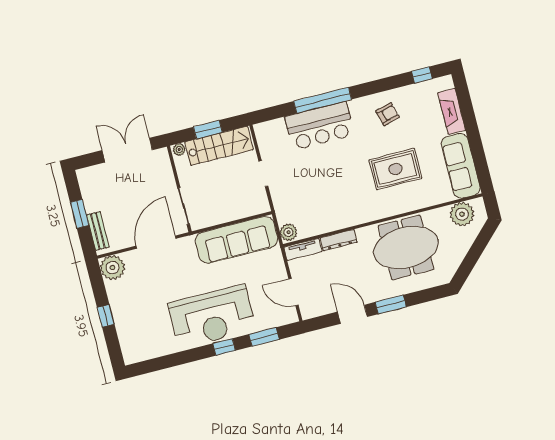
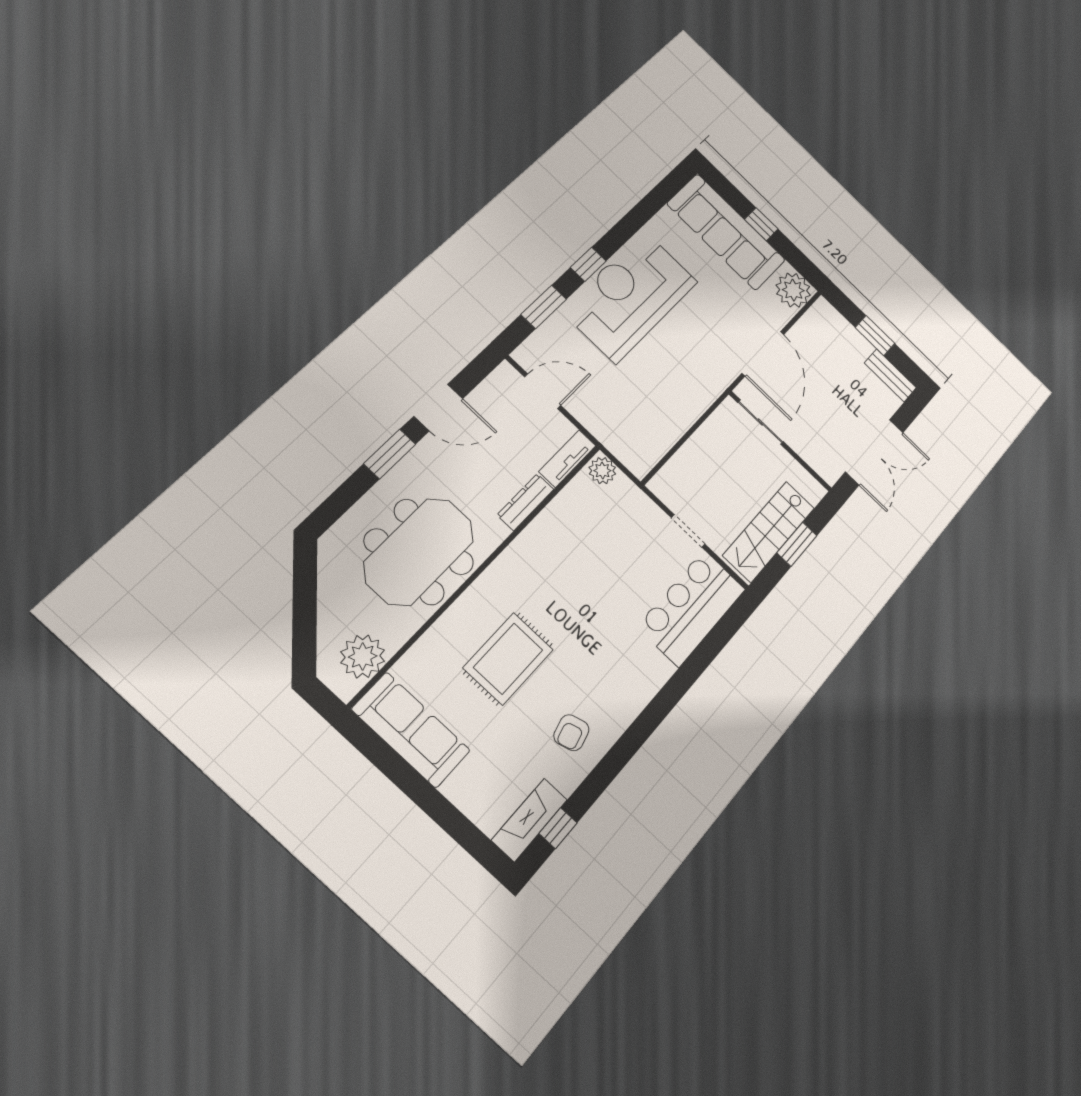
window: (323, 100) -> (675, 689), removed
fireplace: (452, 111) -> (529, 820), moved, turned -90
bar counter: (320, 126) -> (692, 608), moved
plant: (179, 150) -> (814, 494), removed
bench: (98, 231) -> (890, 375), moved
sofa: (237, 240) -> (726, 232), moved, turned -90

